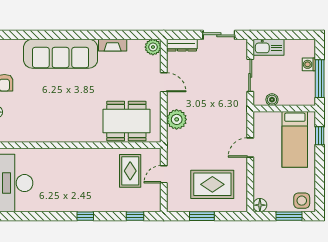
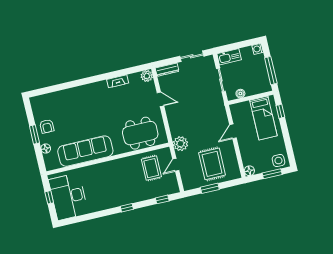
sofa: (61, 54) -> (85, 151), moved, turned 180
washing machine: (309, 64) -> (258, 49), moved
plant: (177, 119) -> (180, 144), moved
rug: (212, 184) -> (212, 164), turned 90

